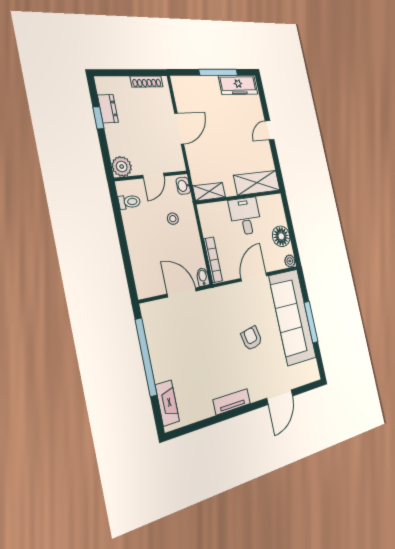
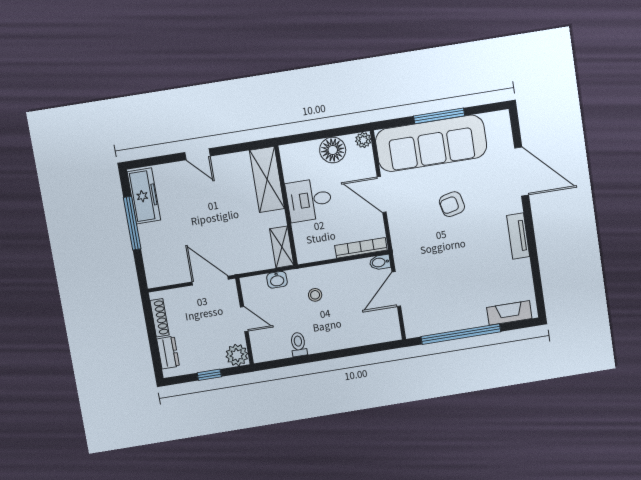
dresser: (108, 109) -> (168, 353), moved, turned 90
plant: (122, 167) -> (237, 355), moved
wall: (152, 176) -> (245, 321), moved
door: (153, 176) -> (244, 319), moved
door: (280, 397) -> (522, 172), width x1.36

